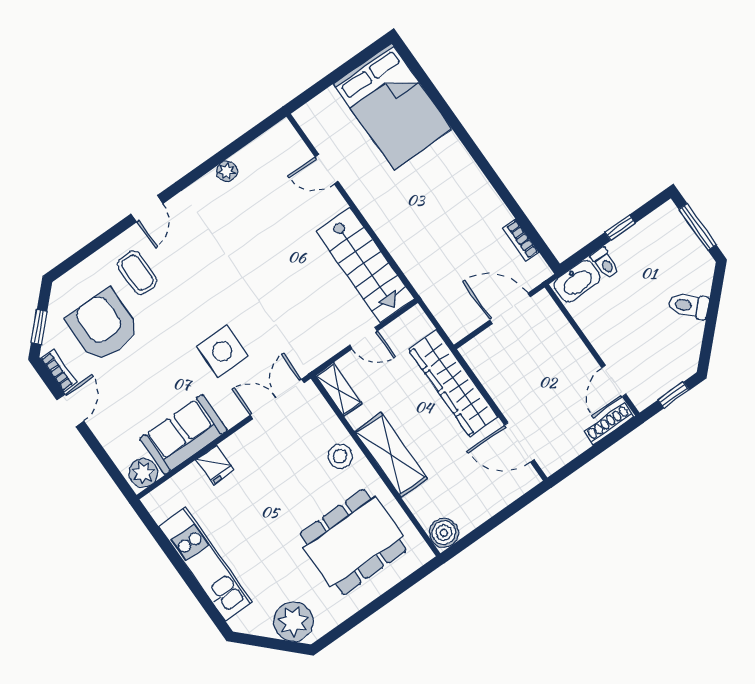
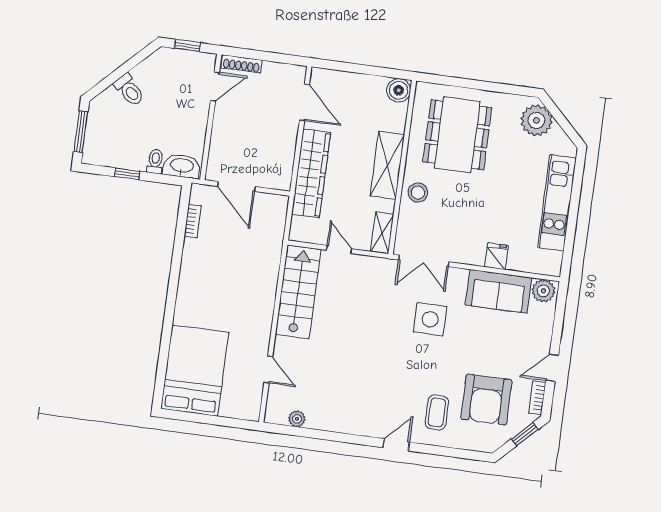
plant: (227, 171) -> (297, 419), moved
dining table: (353, 542) -> (457, 135), turned 90

